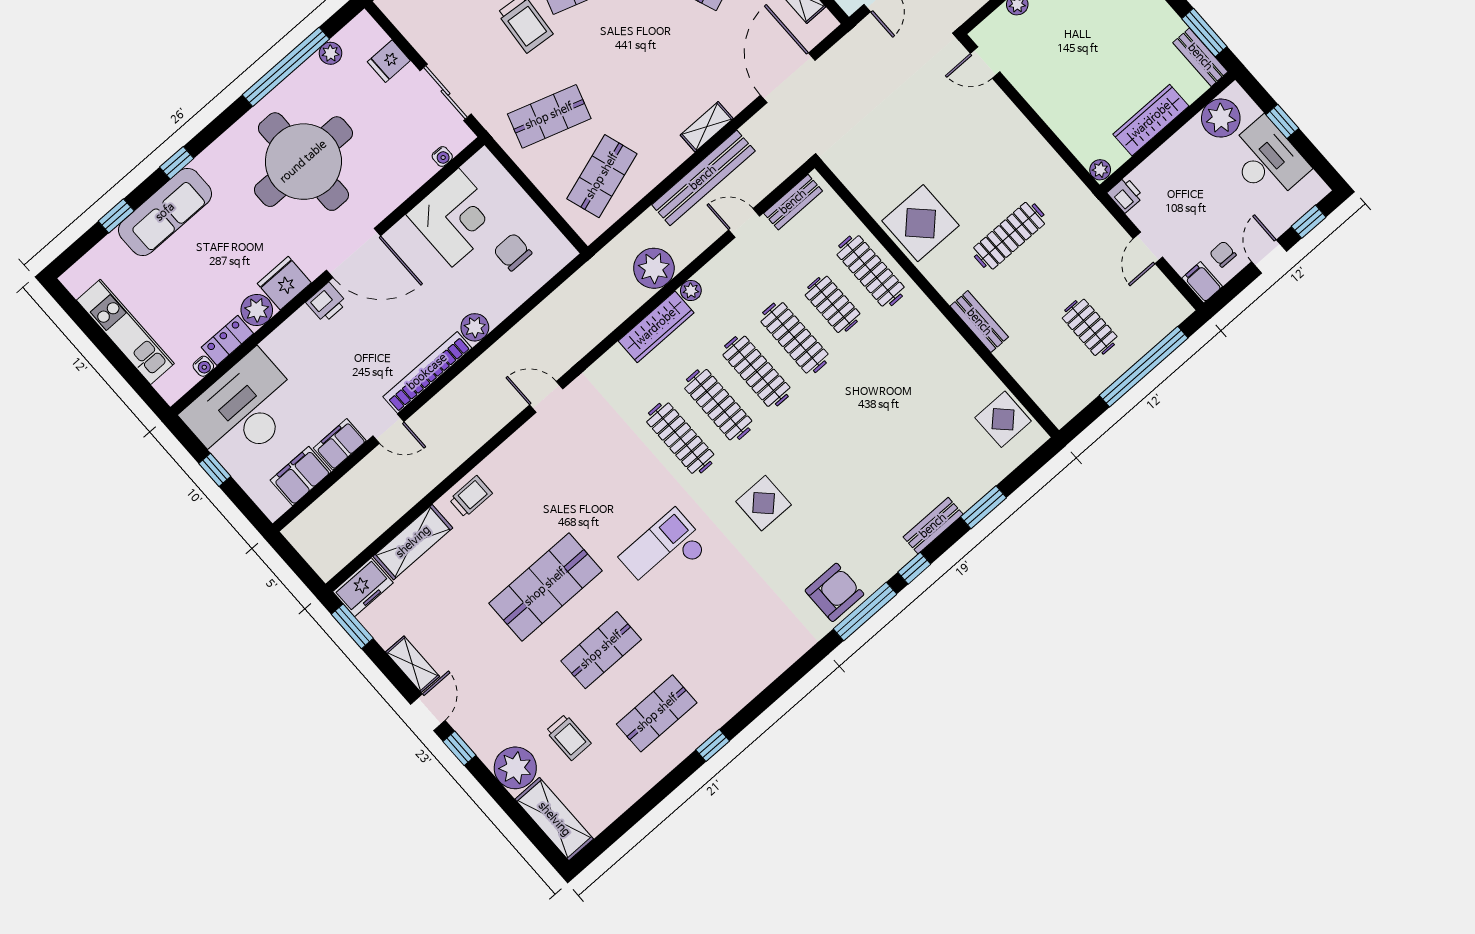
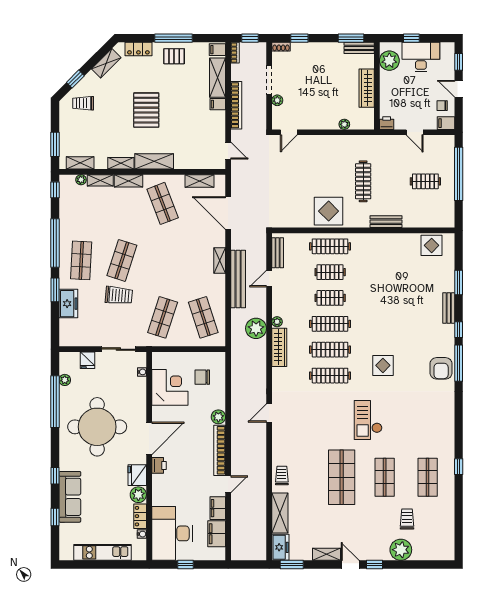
plant: (1100, 170) -> (344, 124), moved
clothes rail: (794, 338) -> (330, 298), width x0.73
armchair: (834, 592) -> (441, 368), turned 180
trolley: (568, 737) -> (407, 519), turned -90
shelving: (554, 819) -> (434, 552), removed

